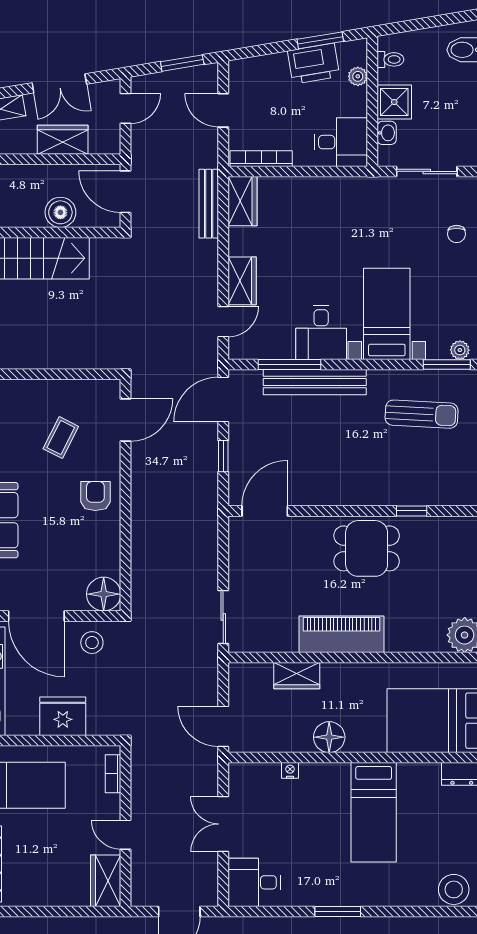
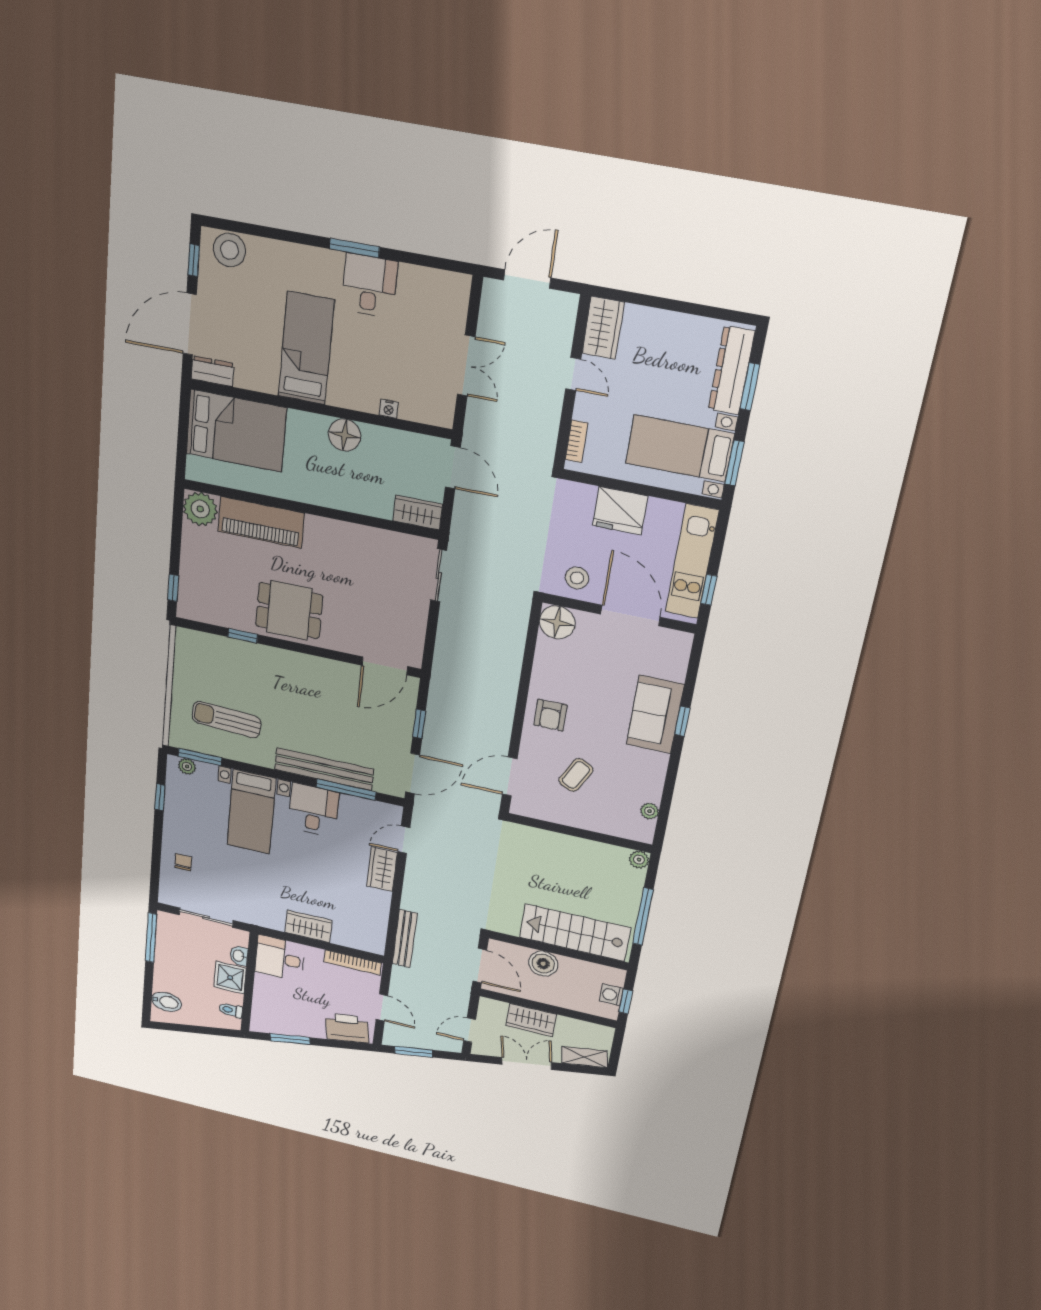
printer: (314, 64) -> (347, 1028), moved
plant: (358, 76) -> (260, 1004), removed
wardrobe: (242, 201) -> (308, 926), moved, turned 90
piano: (341, 634) -> (261, 522), moved
wardrobe: (297, 676) -> (418, 513), moved
desk: (254, 882) -> (369, 285), moved, turned -90

